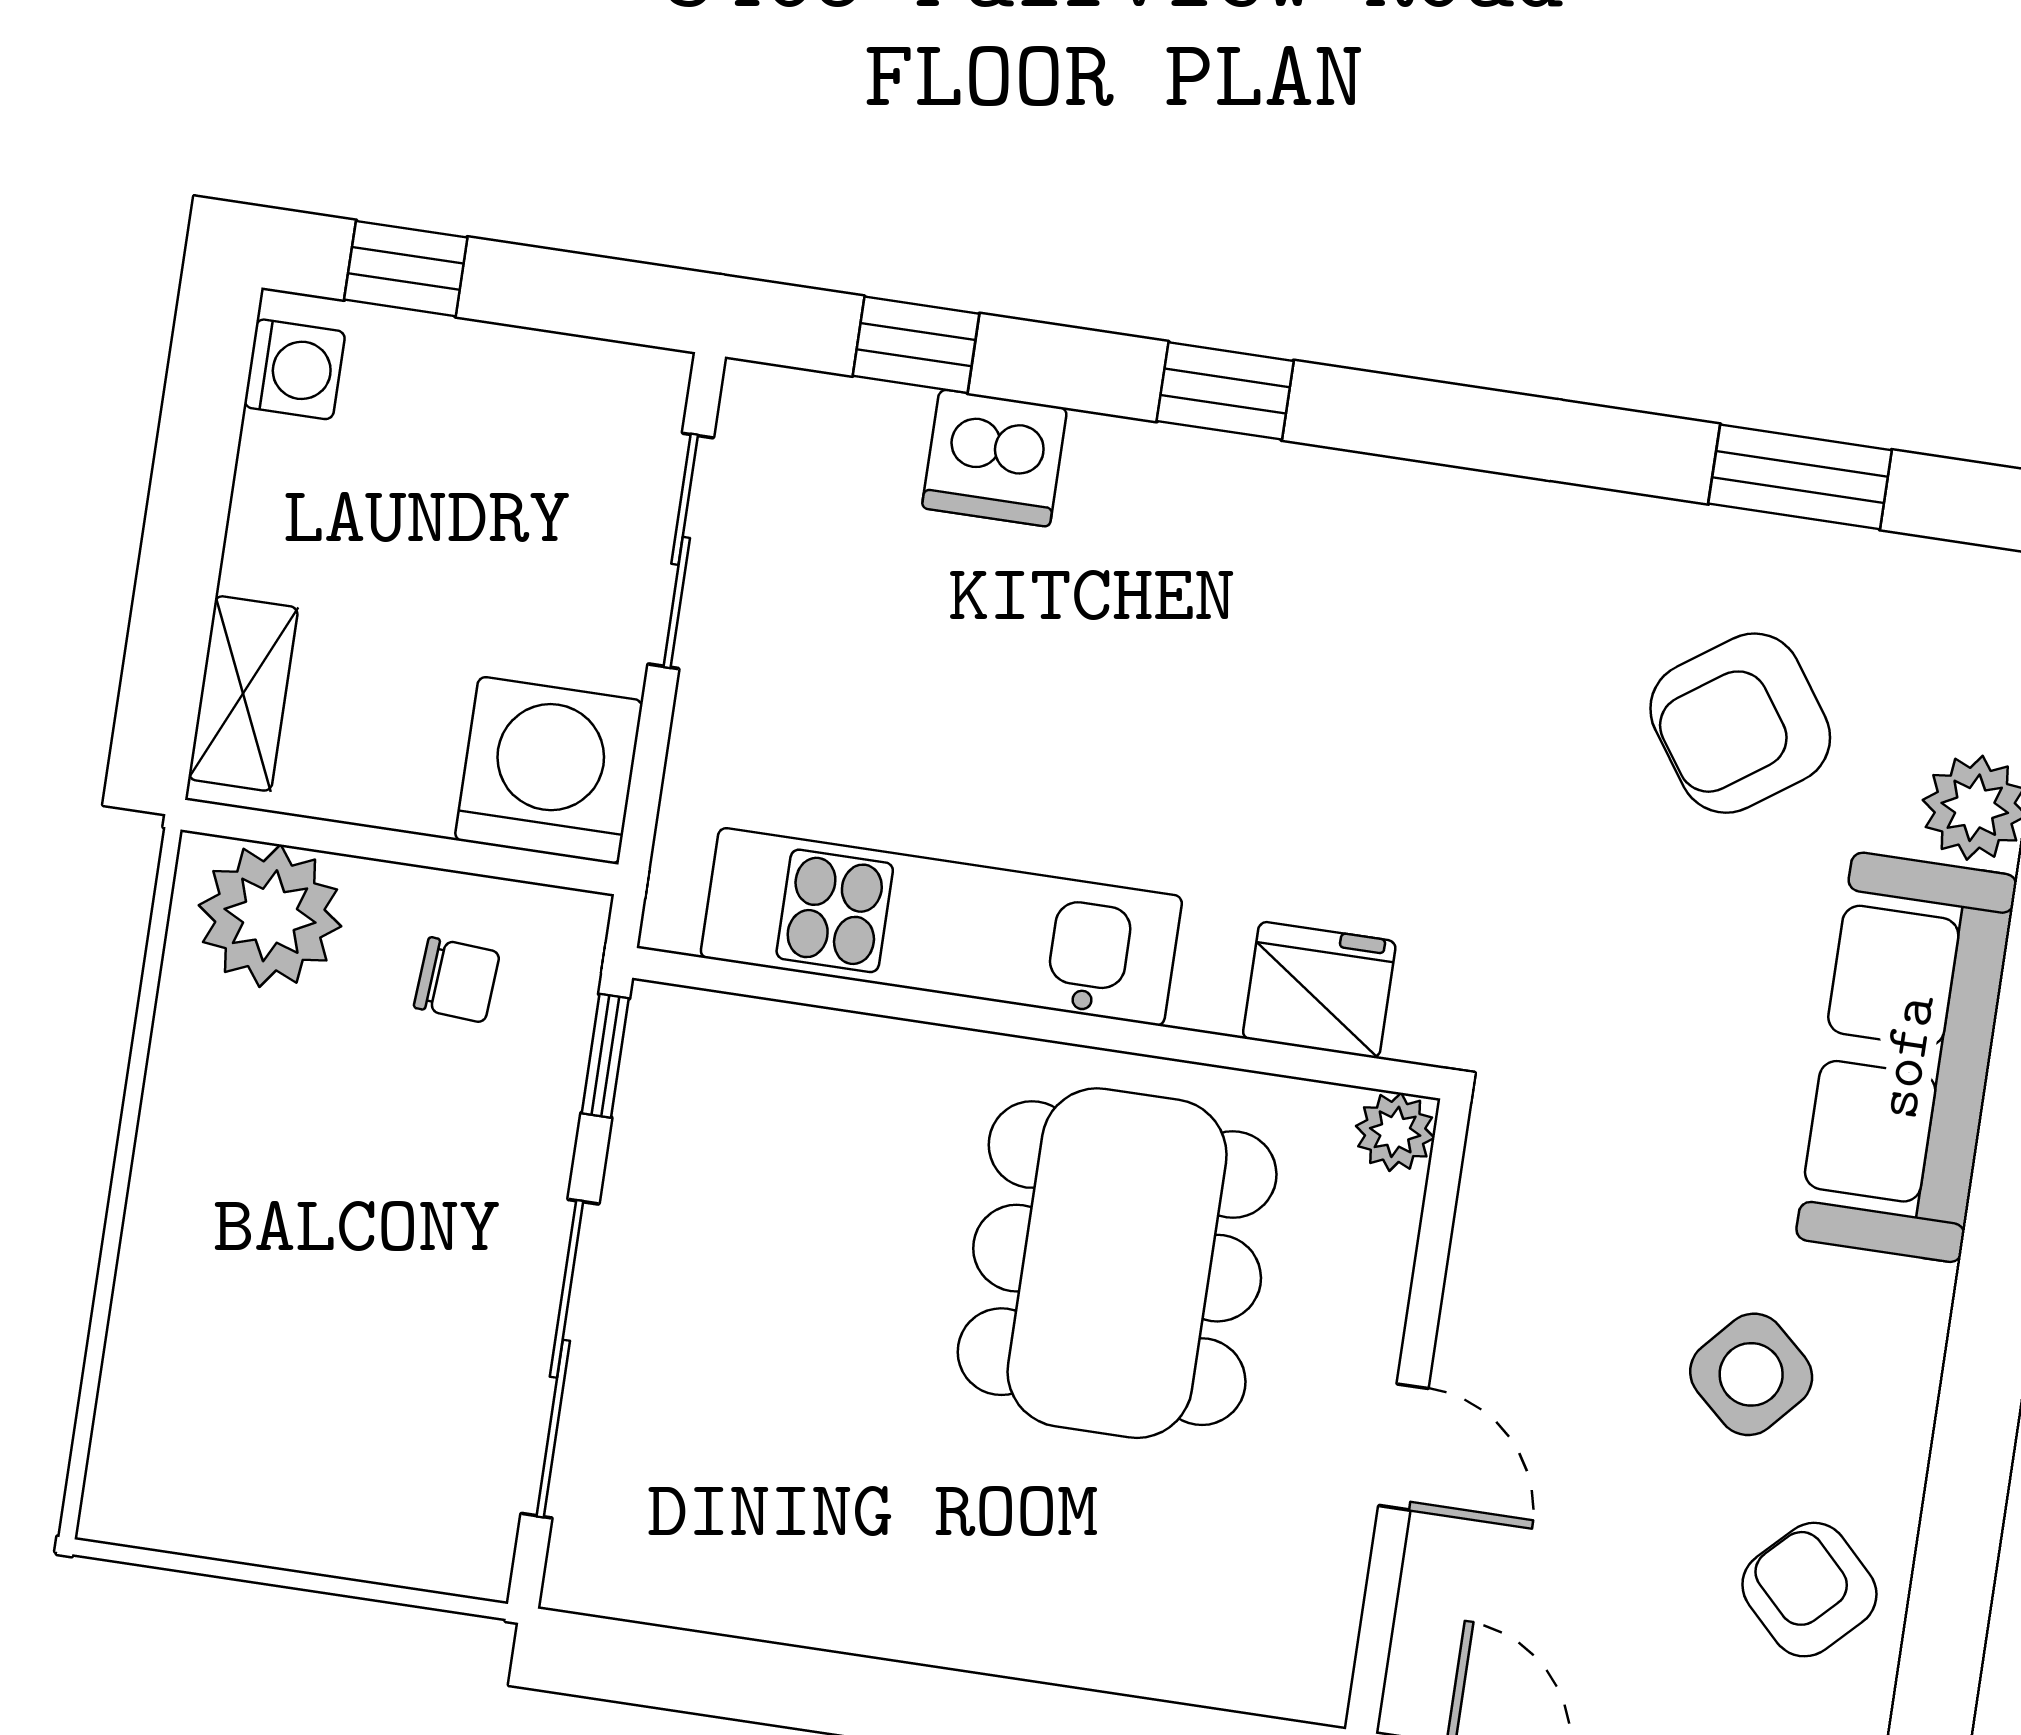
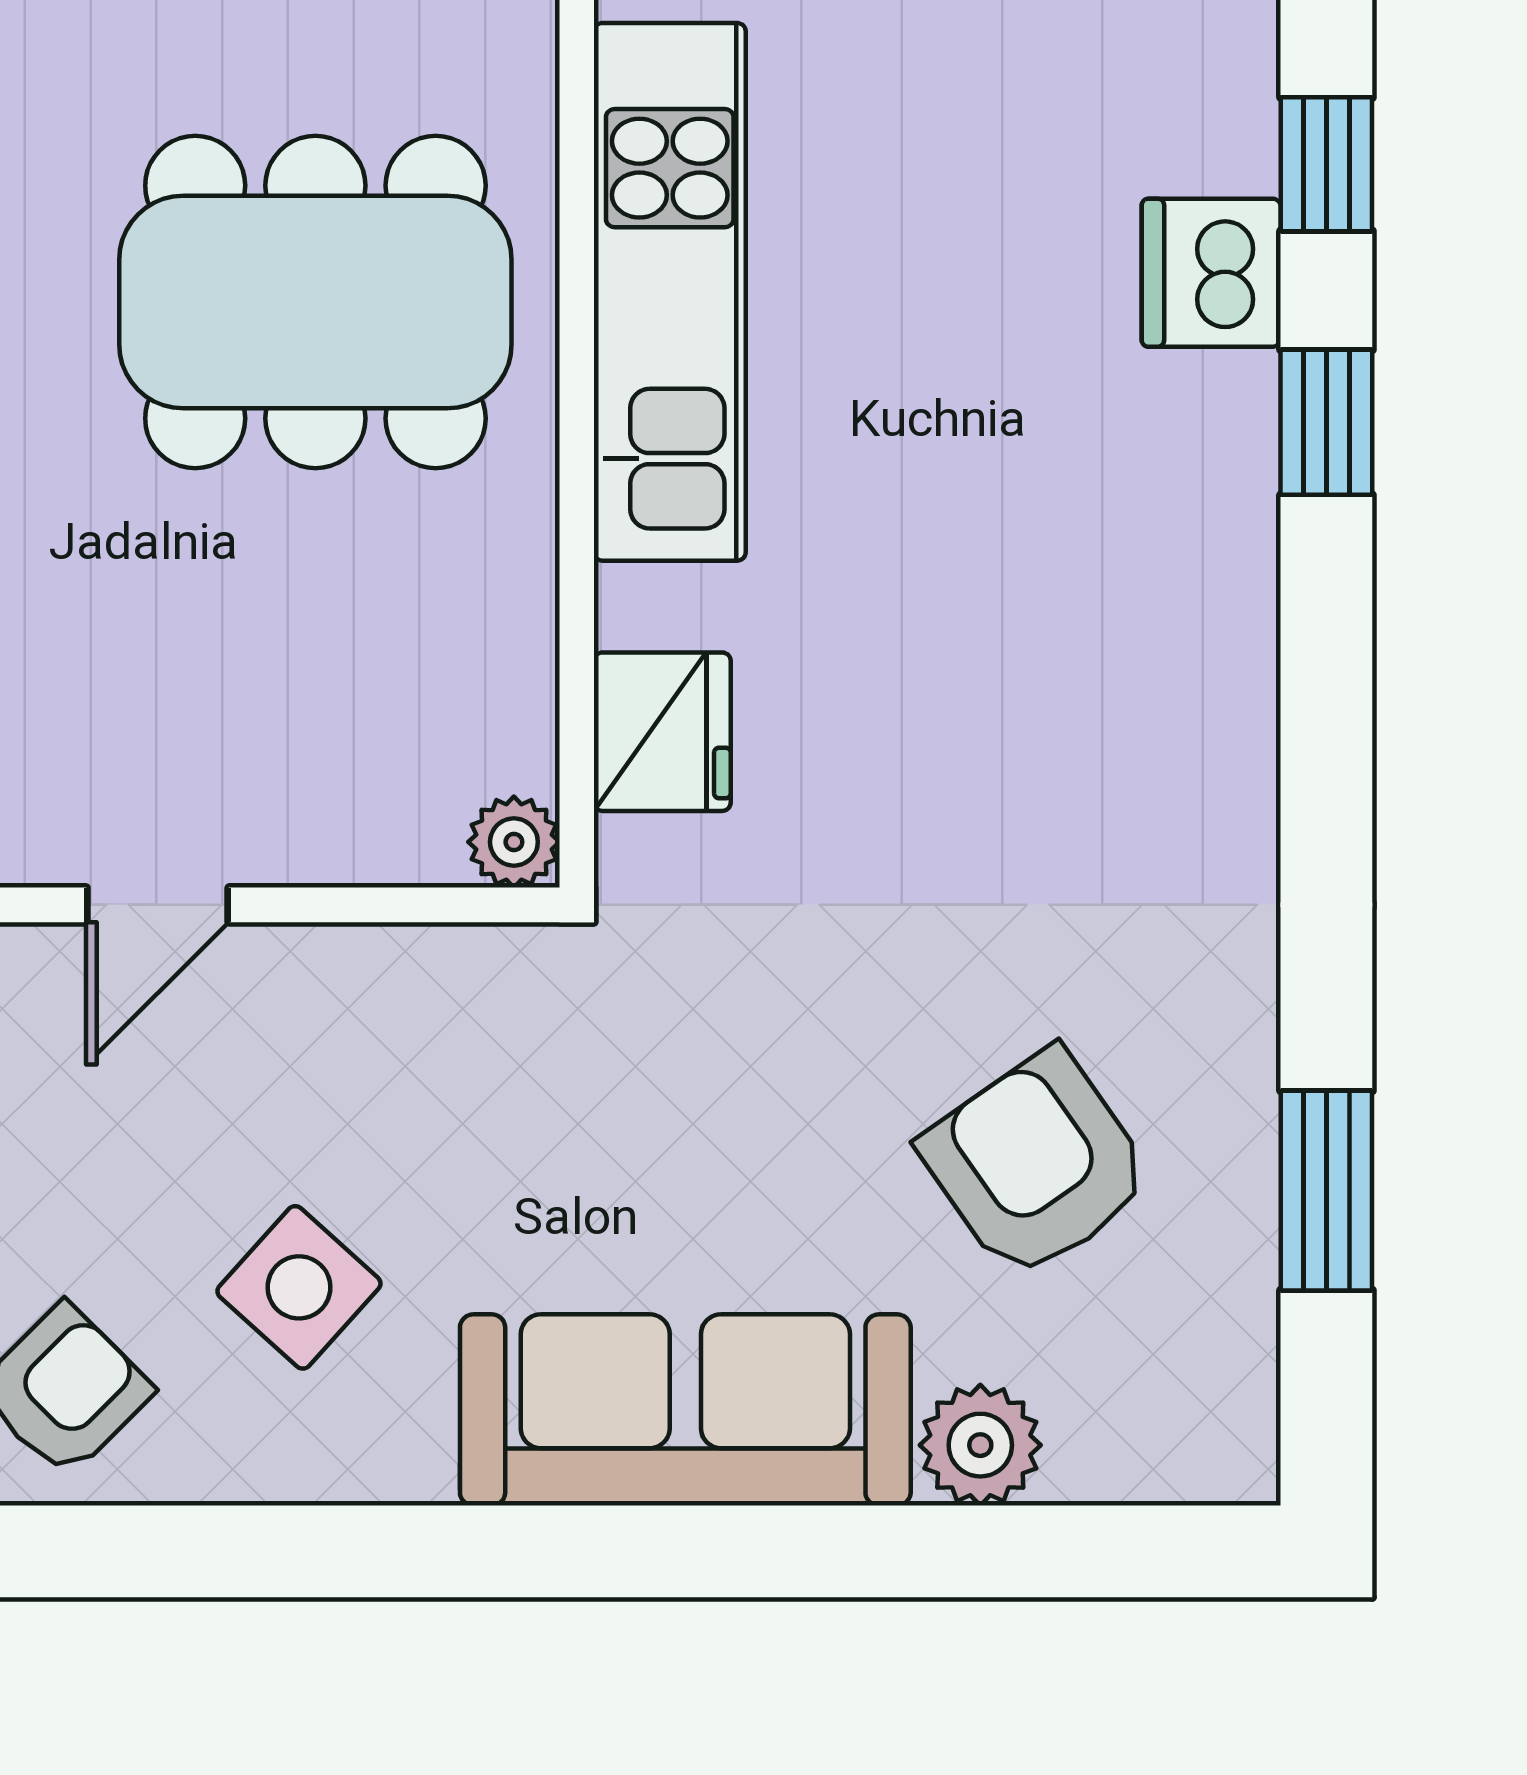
window: (1225, 391) -> (1326, 422), moved
dining table: (1117, 1263) -> (315, 302), moved

